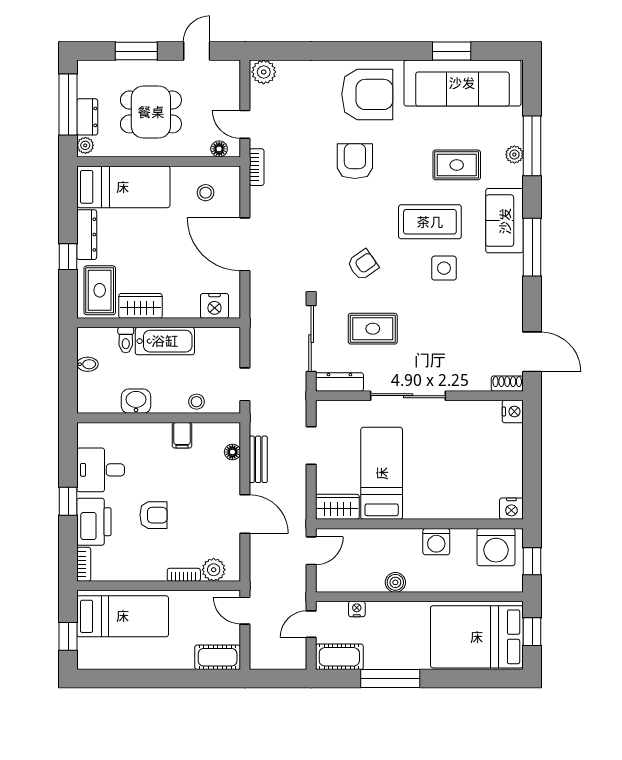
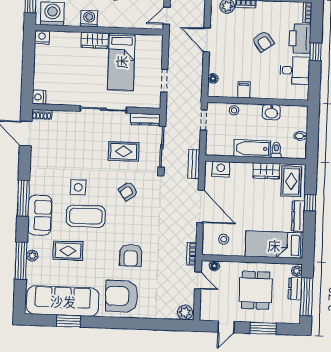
dining table: (151, 112) -> (256, 290), turned 90
bench: (258, 459) -> (194, 164), moved
wardrobe: (337, 507) -> (95, 40), moved
armchair: (153, 515) -> (263, 41), turned -126

